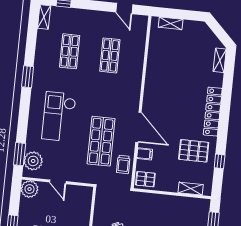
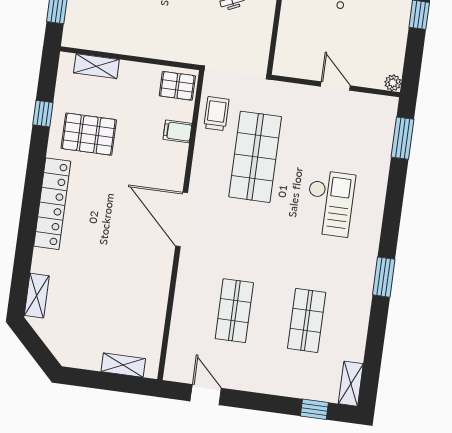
checkout: (59, 117) -> (330, 203), width x0.73, depth x0.83
door: (138, 127) -> (182, 219), moved
plant: (33, 161) -> (379, 125), removed
plant: (30, 189) -> (393, 83), width x0.53, depth x0.53

